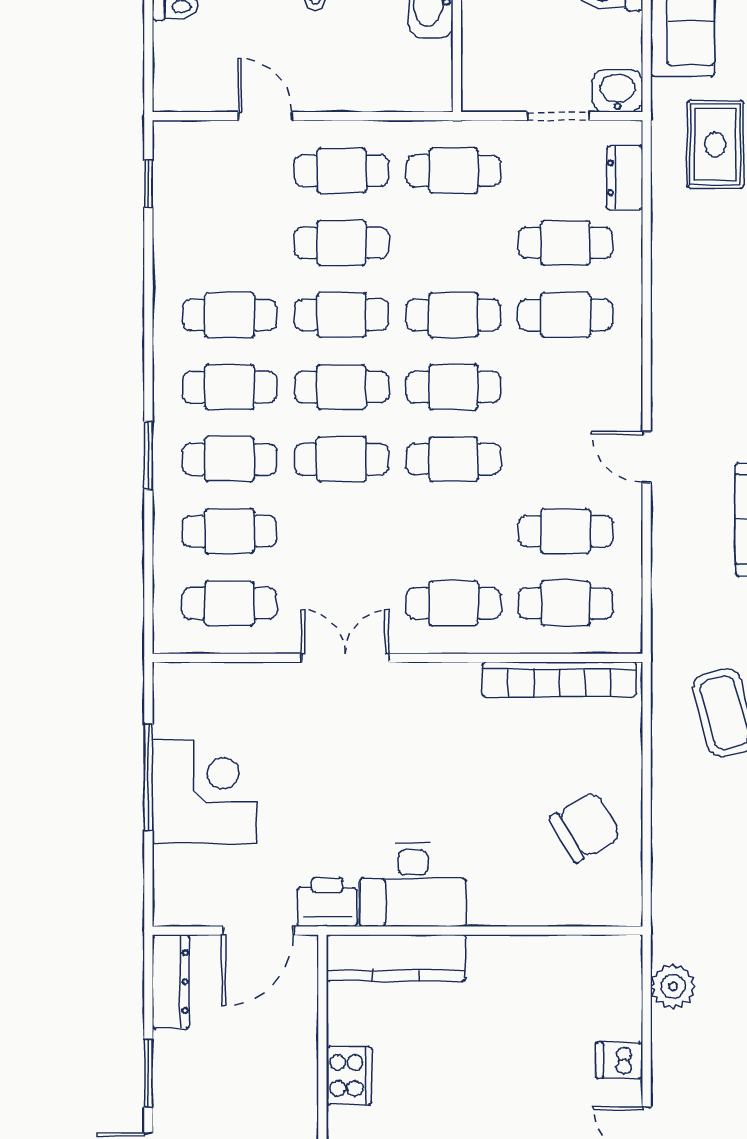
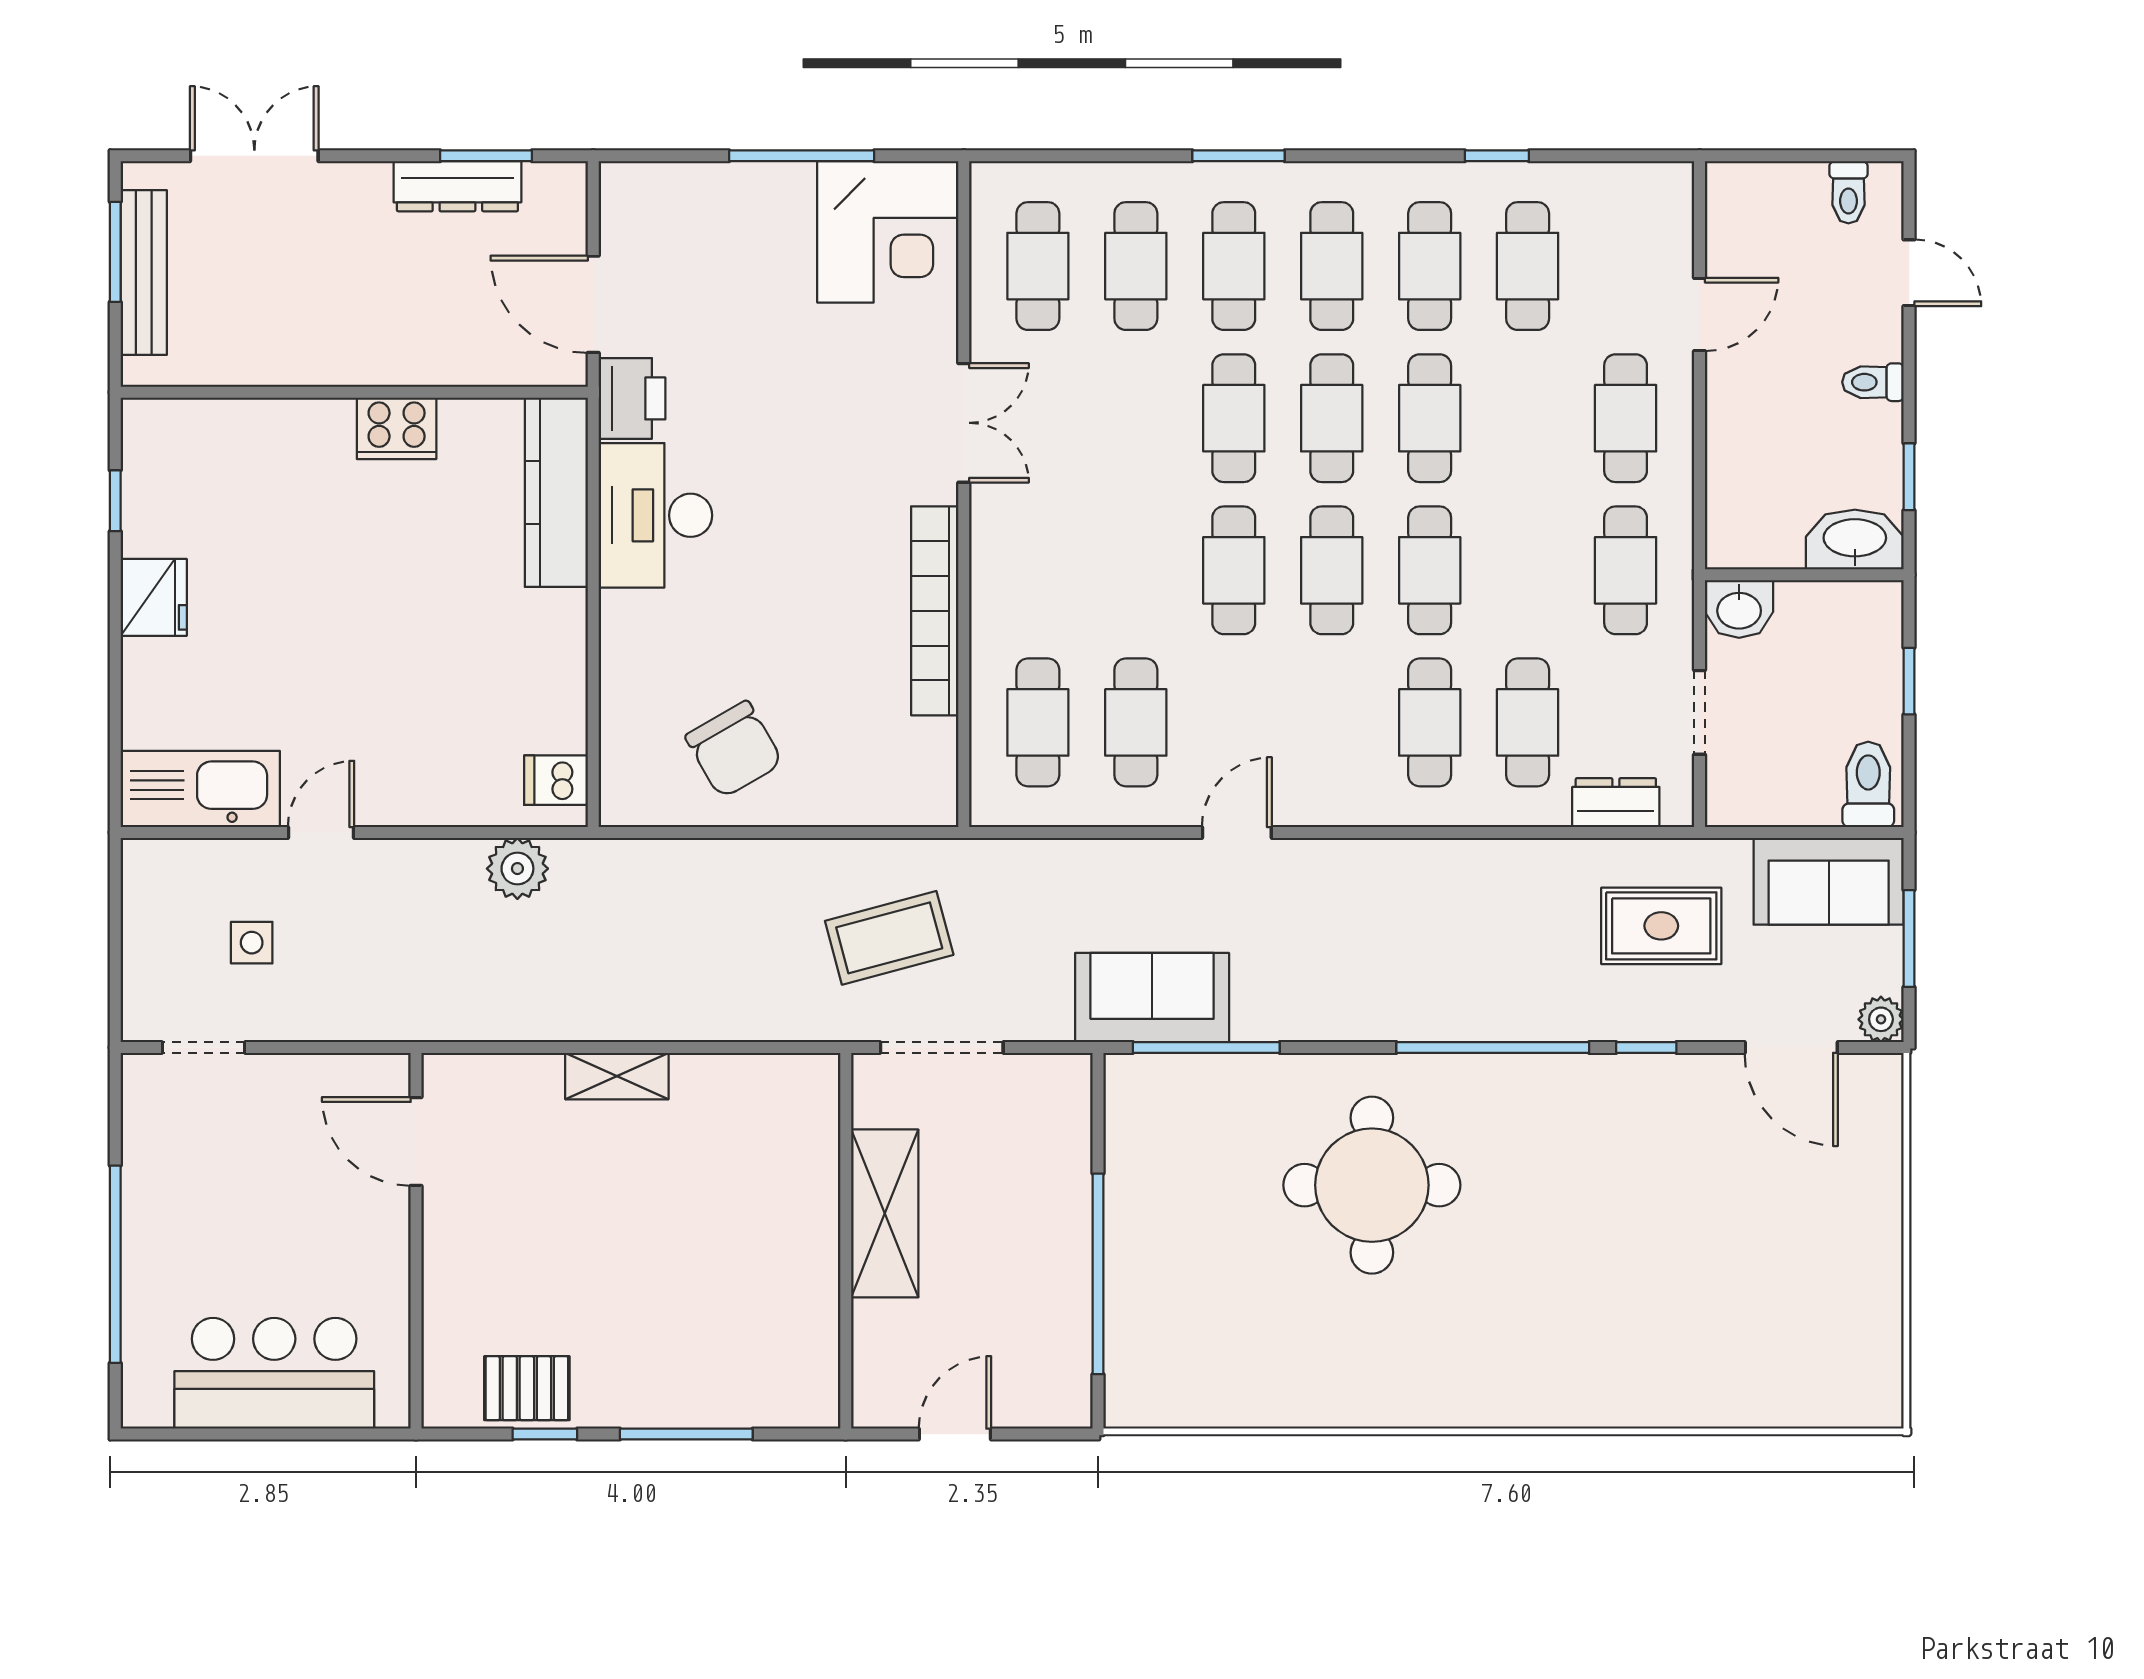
washbasin: (618, 91) -> (1739, 609), moved, turned 90
window: (148, 184) -> (1497, 156), moved
cafe table: (342, 243) -> (1528, 266), moved
cafe table: (454, 603) -> (1038, 570), removed
bookcase: (559, 679) -> (935, 611), moved
corner desk: (204, 792) -> (888, 232), moved
dresser: (171, 982) -> (457, 186), moved
dishwasher: (619, 1060) -> (556, 780), moved, turned -90
window: (148, 1073) -> (486, 156), moved

